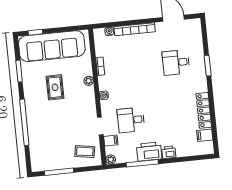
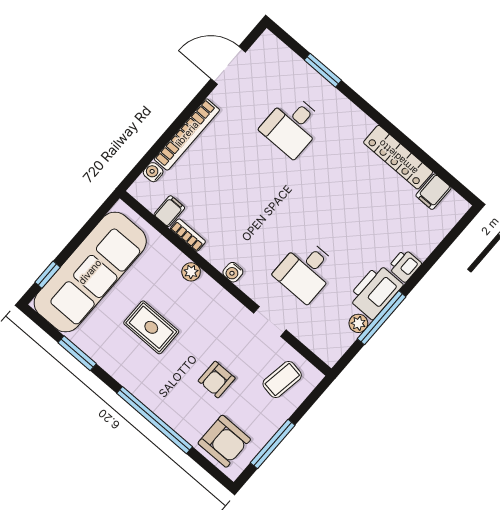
window: (208, 66) -> (323, 70), moved
armchair: (61, 129) -> (217, 380), added
filing cabinet: (111, 141) -> (169, 211), moved
armchair: (42, 154) -> (224, 441), added
plant: (111, 159) -> (358, 323), moved

